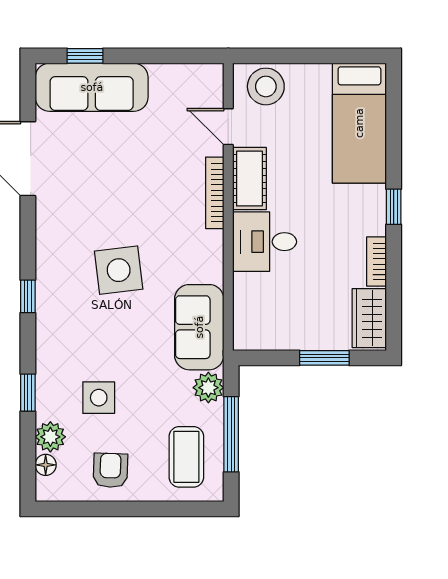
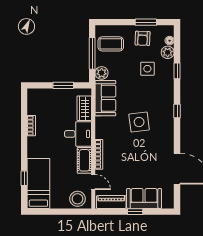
window: (85, 56) -> (135, 212), moved
piano: (185, 79) -> (111, 202), added
sofa: (92, 87) -> (144, 198), width x0.73
window: (394, 207) -> (24, 178), moved
wardrobe: (369, 318) -> (84, 108), moved, turned 180
window: (324, 358) -> (63, 85), moved
coffee table: (186, 457) -> (111, 44), turned 90
window: (102, 509) -> (146, 22), added

